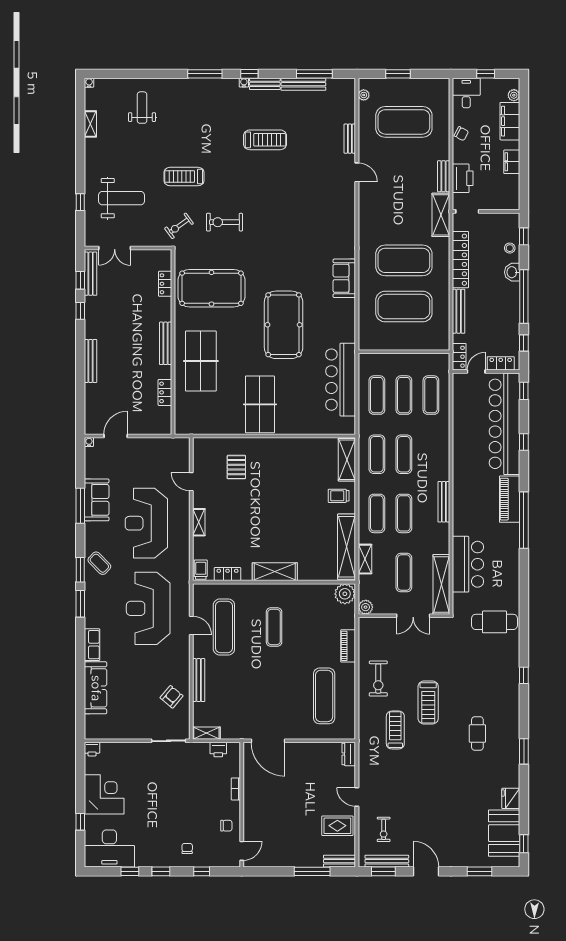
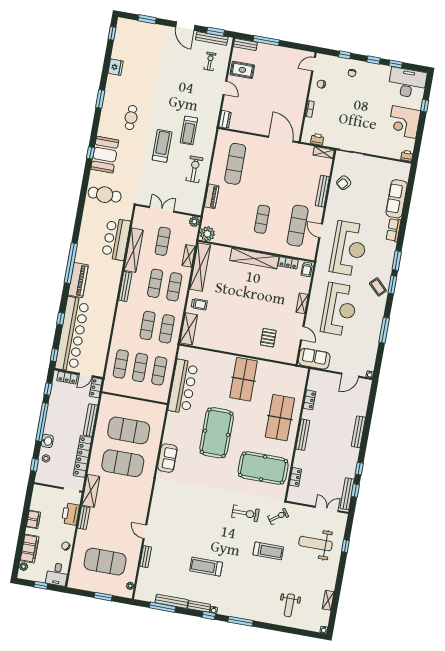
sofa: (97, 500) -> (314, 359), moved, turned 90
shelving: (275, 572) -> (254, 258), width x1.47
shelving: (441, 584) -> (134, 250), moved
booth: (504, 833) -> (105, 155), moved

